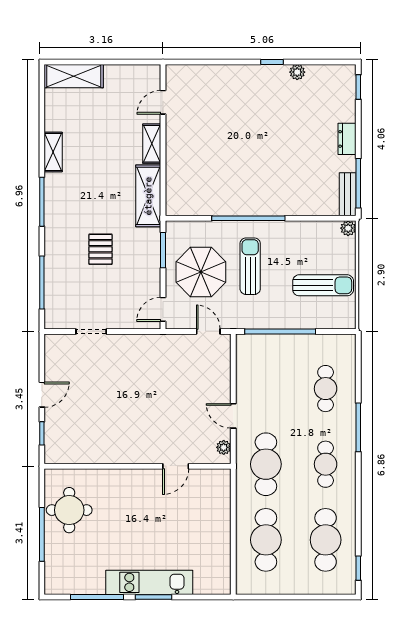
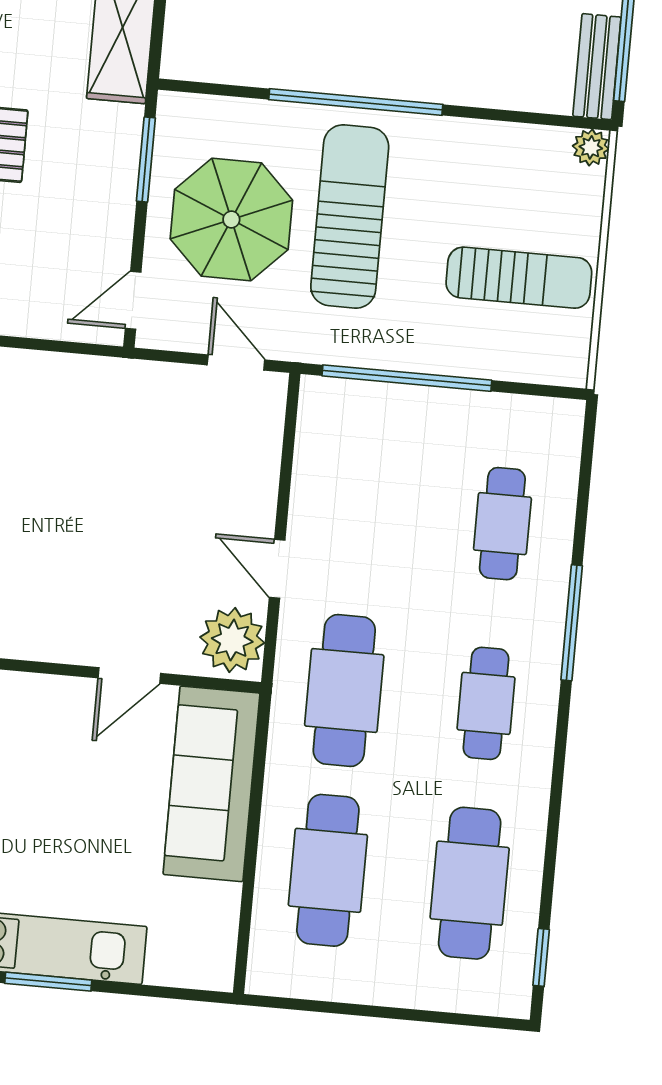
sun lounger: (250, 266) -> (350, 216), width x1.36, depth x1.34
plant: (224, 447) -> (232, 640), width x1.88, depth x1.88
sofa: (214, 508) -> (211, 784), added

